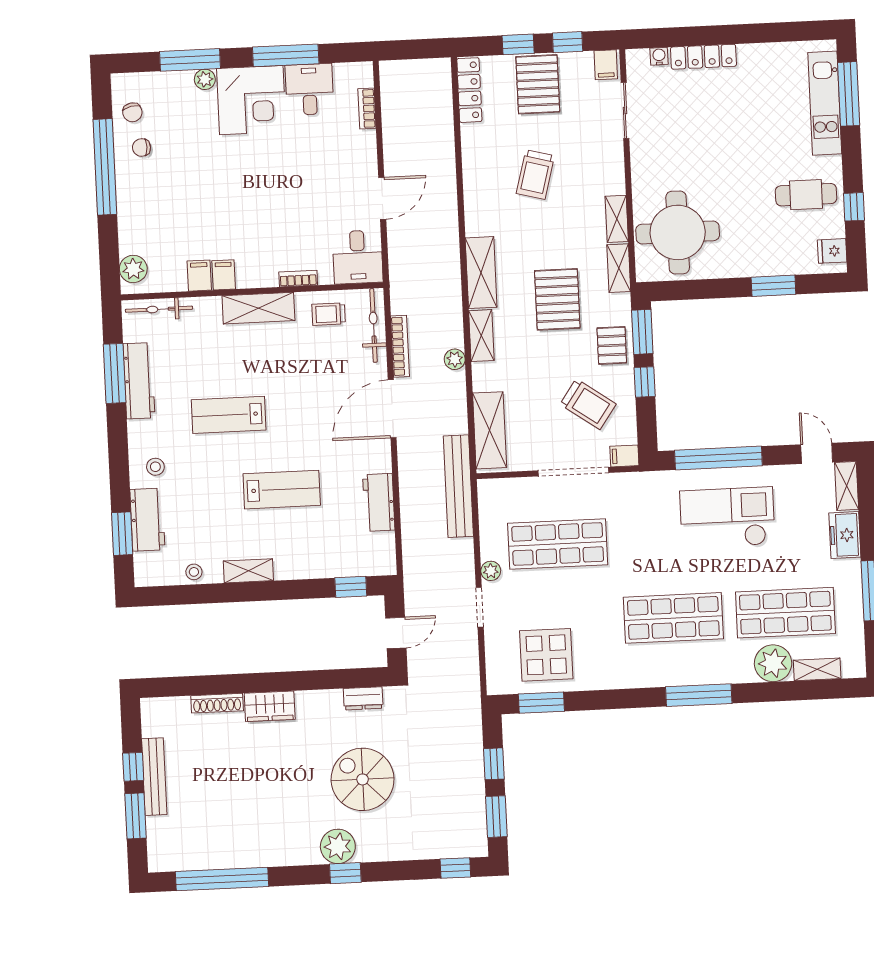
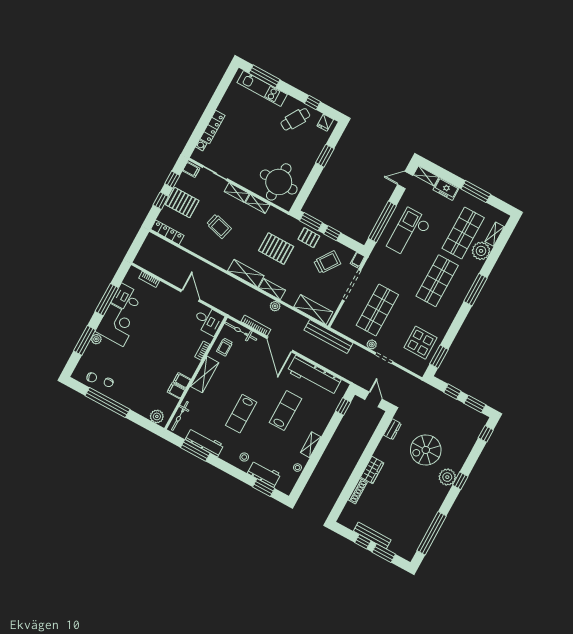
cafe table: (806, 195) -> (295, 119), turned 31
shelving: (619, 268) -> (237, 192), moved
workbench: (379, 502) -> (314, 376), width x1.88, depth x1.32

